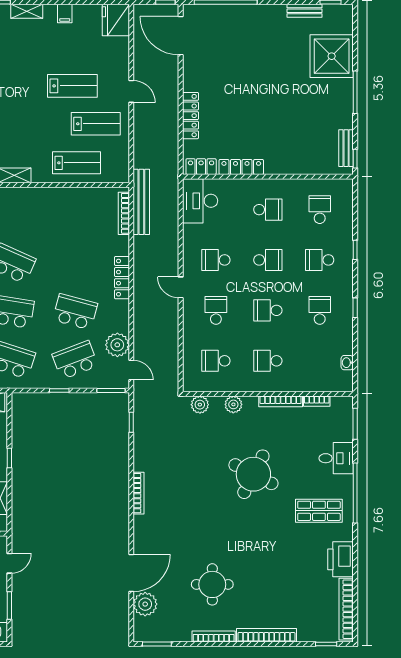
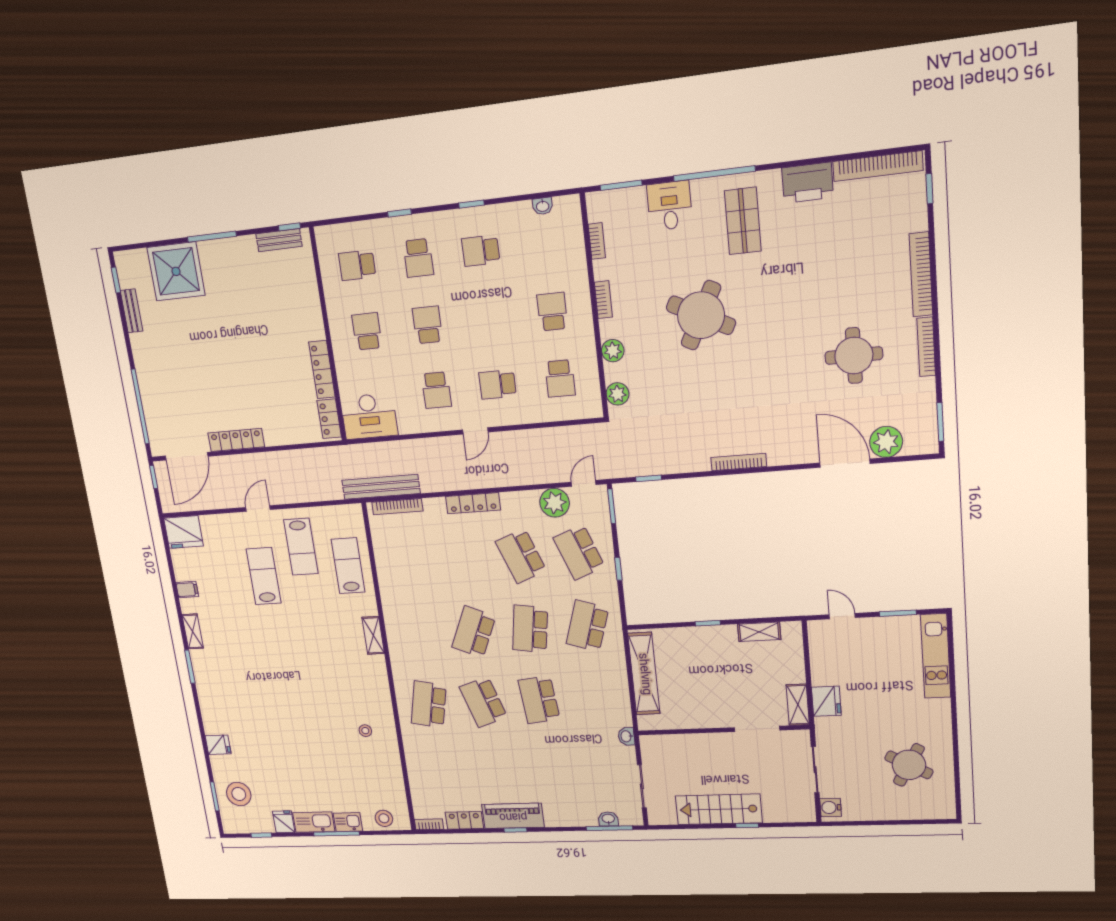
locker: (191, 116) -> (236, 440), moved
lab bench: (96, 124) -> (301, 547), turned 180
school desk: (268, 310) -> (489, 318), removed
school desk: (75, 312) -> (521, 556), turned -36
school desk: (268, 361) -> (552, 312), turned 180
bookcase: (281, 401) -> (603, 300), width x0.64

